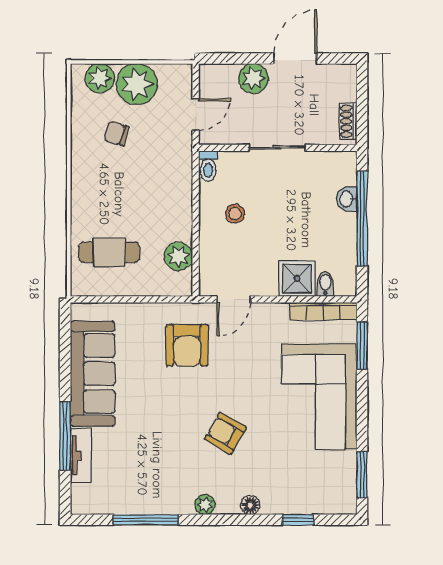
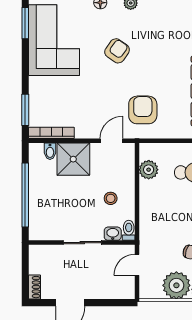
plant: (253, 79) -> (98, 289), removed
shoe rack: (348, 121) -> (35, 287), moved
washbasin: (347, 199) -> (113, 234), moved, turned -90
shower: (297, 279) -> (73, 159), width x1.36, depth x1.36
corner sofa: (319, 397) -> (54, 40), moved
armchair: (225, 433) -> (117, 51), turned -85

